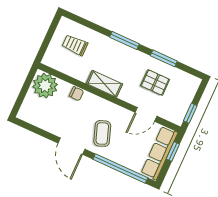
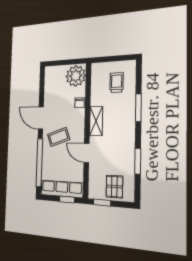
window: (124, 40) -> (138, 108), moved
pallet: (155, 83) -> (114, 187), moved
door: (146, 114) -> (87, 153), moved
door: (71, 146) -> (41, 118), hinge flipped

